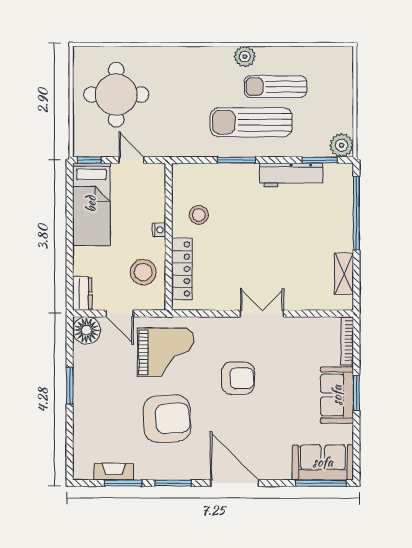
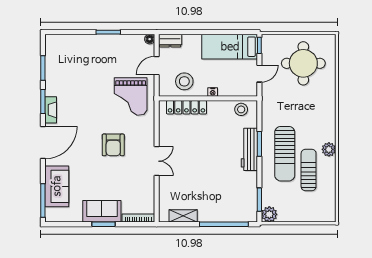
sun lounger: (251, 122) -> (285, 154), turned 180
workbench: (291, 175) -> (249, 149), moved
stool: (199, 215) -> (241, 109), moved
floor lamp: (87, 330) -> (150, 39), width x0.53, depth x0.53
armchair: (167, 419) -> (86, 97), removed
sofa: (323, 462) -> (57, 186), moved
fireplace: (114, 472) -> (51, 110), moved

